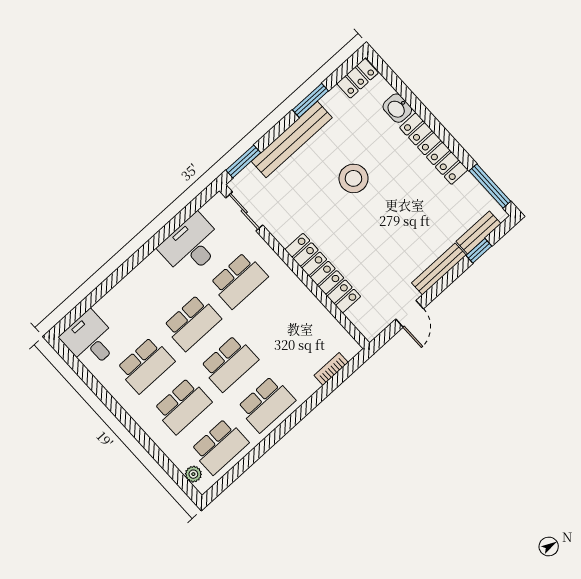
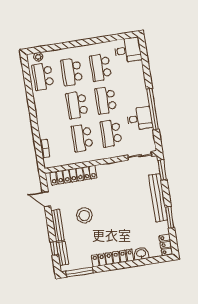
stool: (353, 178) -> (84, 215), moved
window: (157, 240) -> (153, 109), added
desk: (191, 245) -> (139, 118), width x0.73
locker: (323, 273) -> (73, 175), moved
school desk: (266, 404) -> (82, 138), moved

